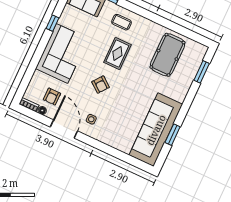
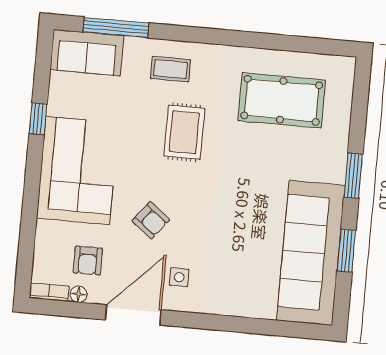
pool table: (167, 55) -> (282, 100), turned 90
window: (202, 72) -> (353, 176), moved
armchair: (101, 85) -> (151, 220), moved
door: (64, 129) -> (133, 315), hinge flipped

